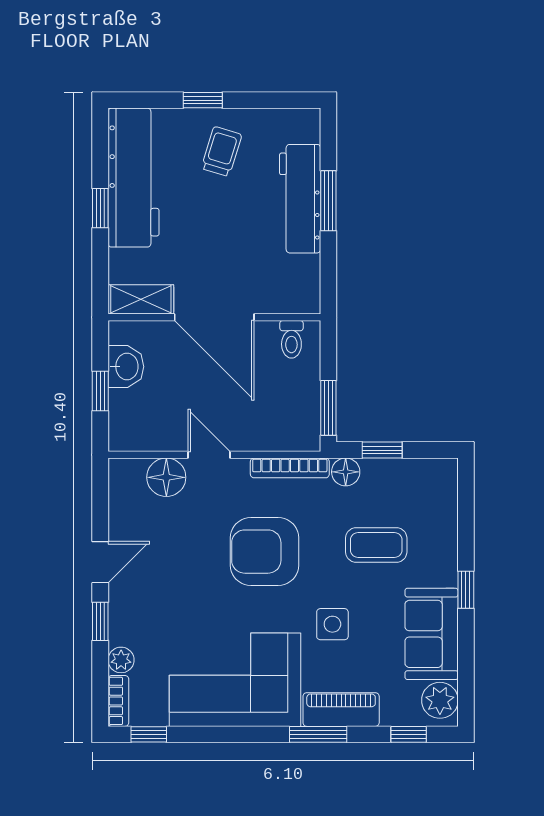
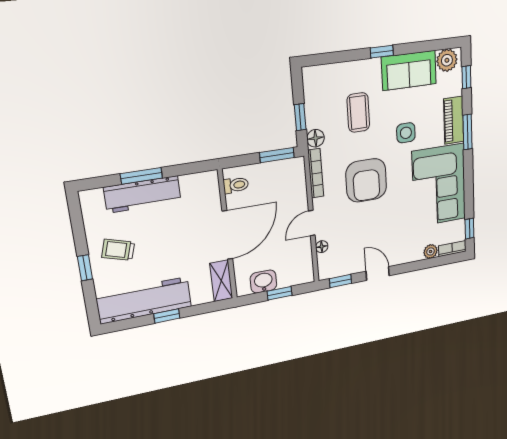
floor lamp: (166, 477) -> (322, 247), width x0.53, depth x0.53
window: (100, 621) -> (340, 281), moved

